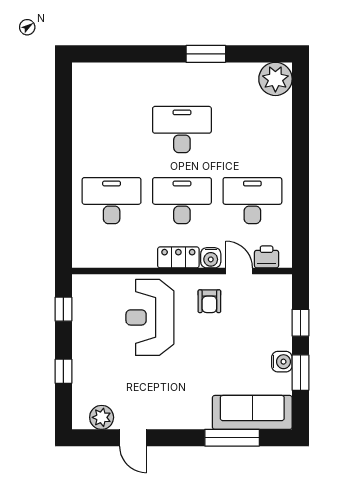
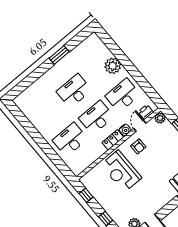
plant: (275, 79) -> (113, 66), moved
door: (239, 271) -> (140, 126), hinge flipped
plant: (281, 285) -> (160, 118), added

